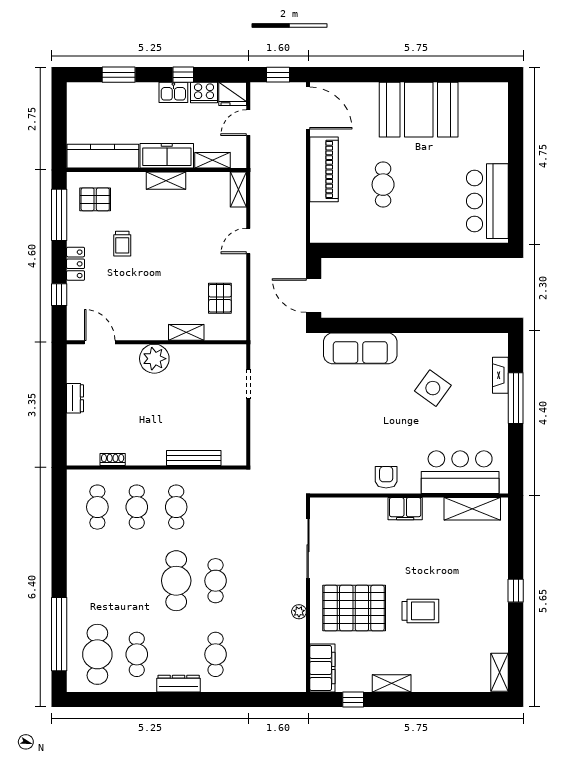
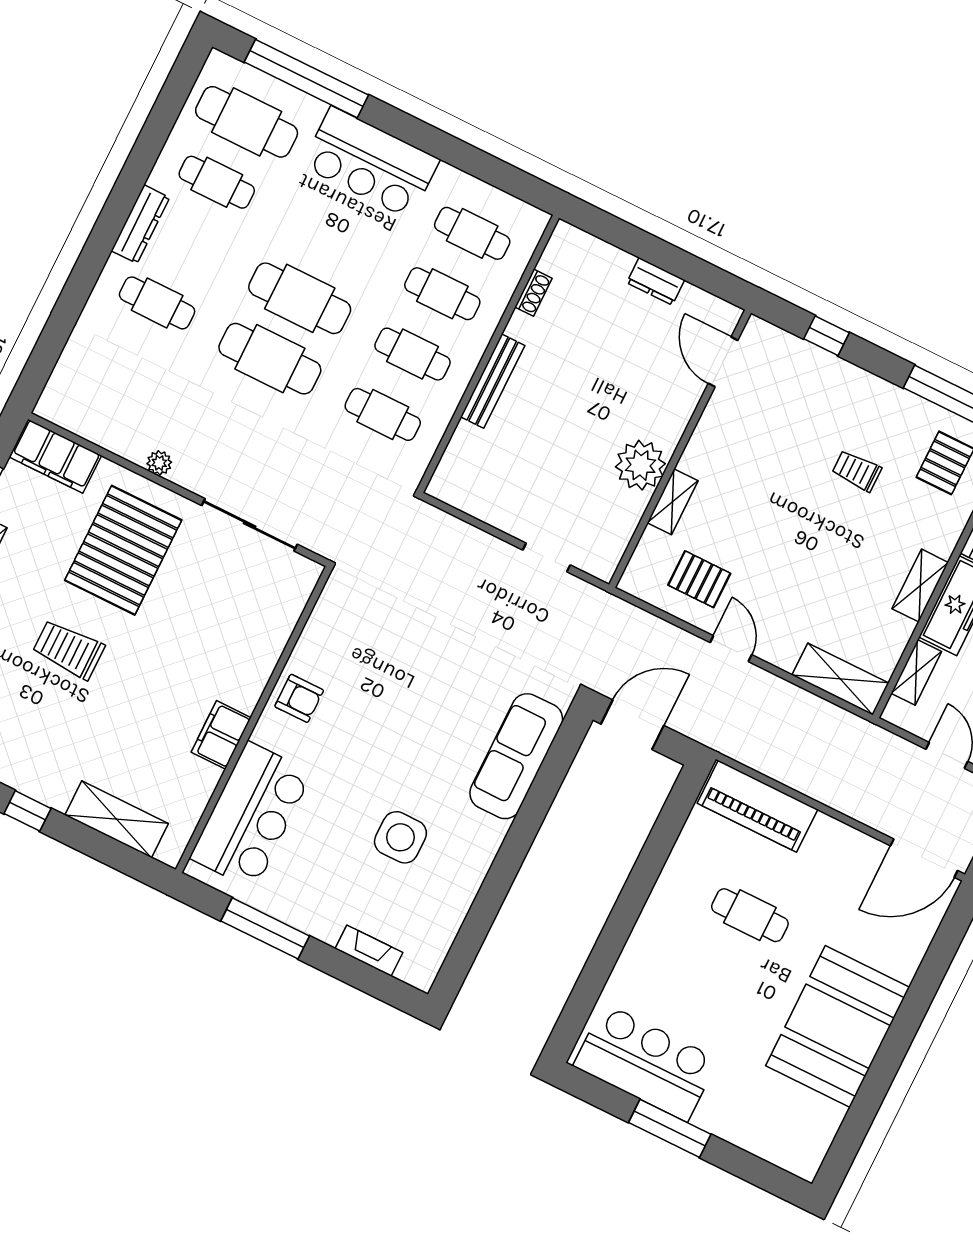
piano: (324, 169) -> (757, 806), moved
window: (516, 171) -> (670, 1128), added
shelving: (238, 189) -> (840, 679), width x1.50, depth x1.33
door: (248, 241) -> (731, 649), moved
locker: (76, 264) -> (861, 384), removed
door: (100, 342) -> (723, 362), swing flipped
plant: (154, 359) -> (640, 465), moved
side table: (433, 388) -> (400, 837), turned -36
window: (516, 398) -> (265, 928), moved
bench: (194, 458) -> (493, 381), moved
cafe table: (216, 507) -> (383, 414), added
filing cabinet: (405, 509) -> (221, 735), moved
shelving: (472, 509) -> (117, 819), moved, turned 90
bar counter: (87, 579) -> (371, 163), added
cafe table: (216, 581) -> (270, 359), width x1.37, depth x1.35
trolley: (420, 611) -> (69, 649), turned 90

